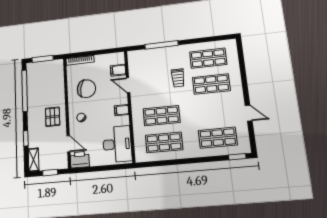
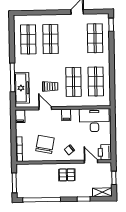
freezer: (150, 57) -> (22, 88), added
filing cabinet: (118, 70) -> (20, 116), moved
trolley: (178, 78) -> (50, 86), moved
door: (128, 85) -> (45, 108), swing flipped
door: (68, 144) -> (91, 162), hinge flipped

